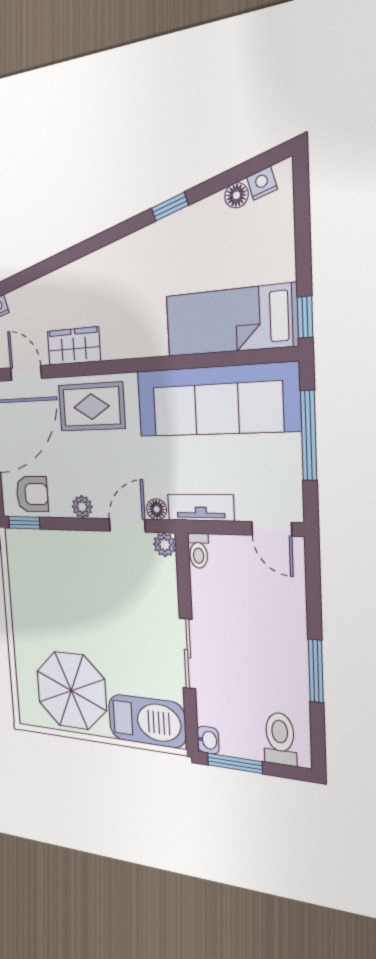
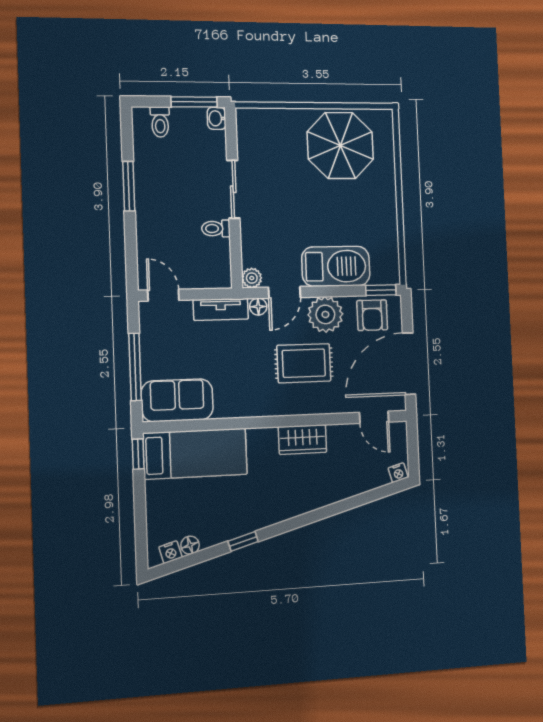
wardrobe: (74, 346) -> (303, 440), moved
sofa: (216, 400) -> (177, 400), width x0.54, depth x0.79
rug: (91, 407) -> (304, 363), moved
armchair: (32, 494) -> (372, 315), turned -90
plant: (82, 507) -> (325, 314), width x1.88, depth x1.88
toilet: (198, 551) -> (216, 229), moved, turned -90
barbecue: (147, 721) -> (336, 266), moved, turned 180
toilet: (280, 739) -> (160, 122), width x0.73, depth x0.72

